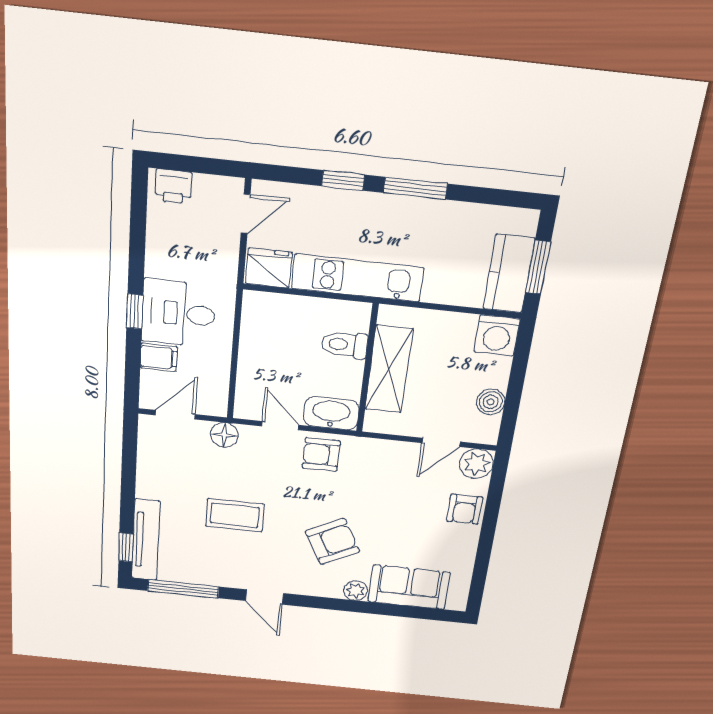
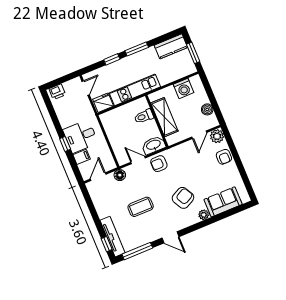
kitchen counter: (509, 274) -> (171, 46), moved, turned -90
washing machine: (497, 335) -> (183, 88), moved

